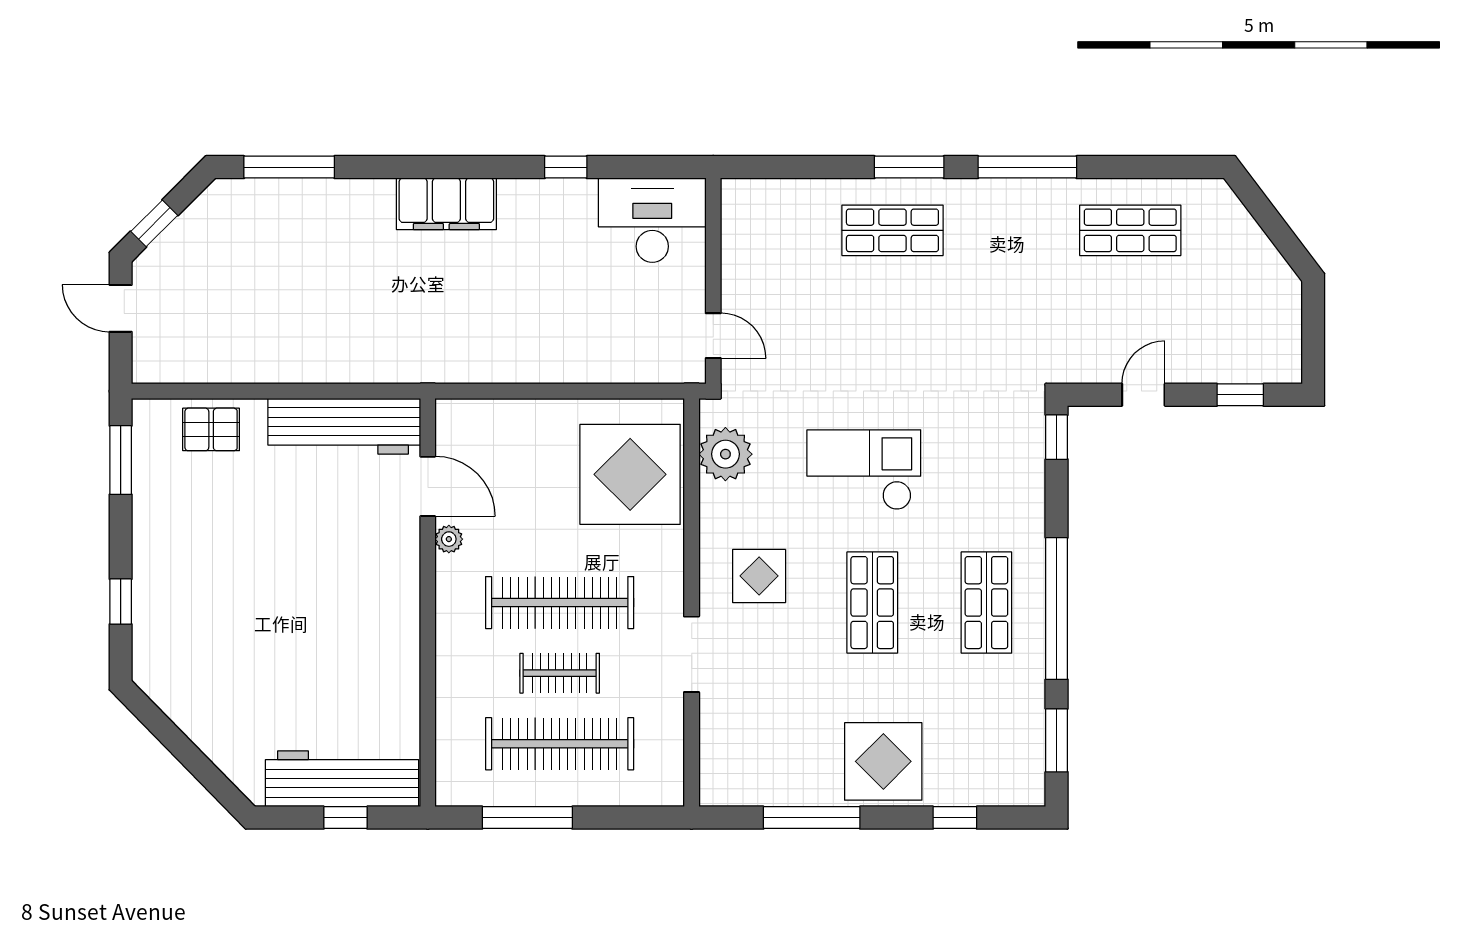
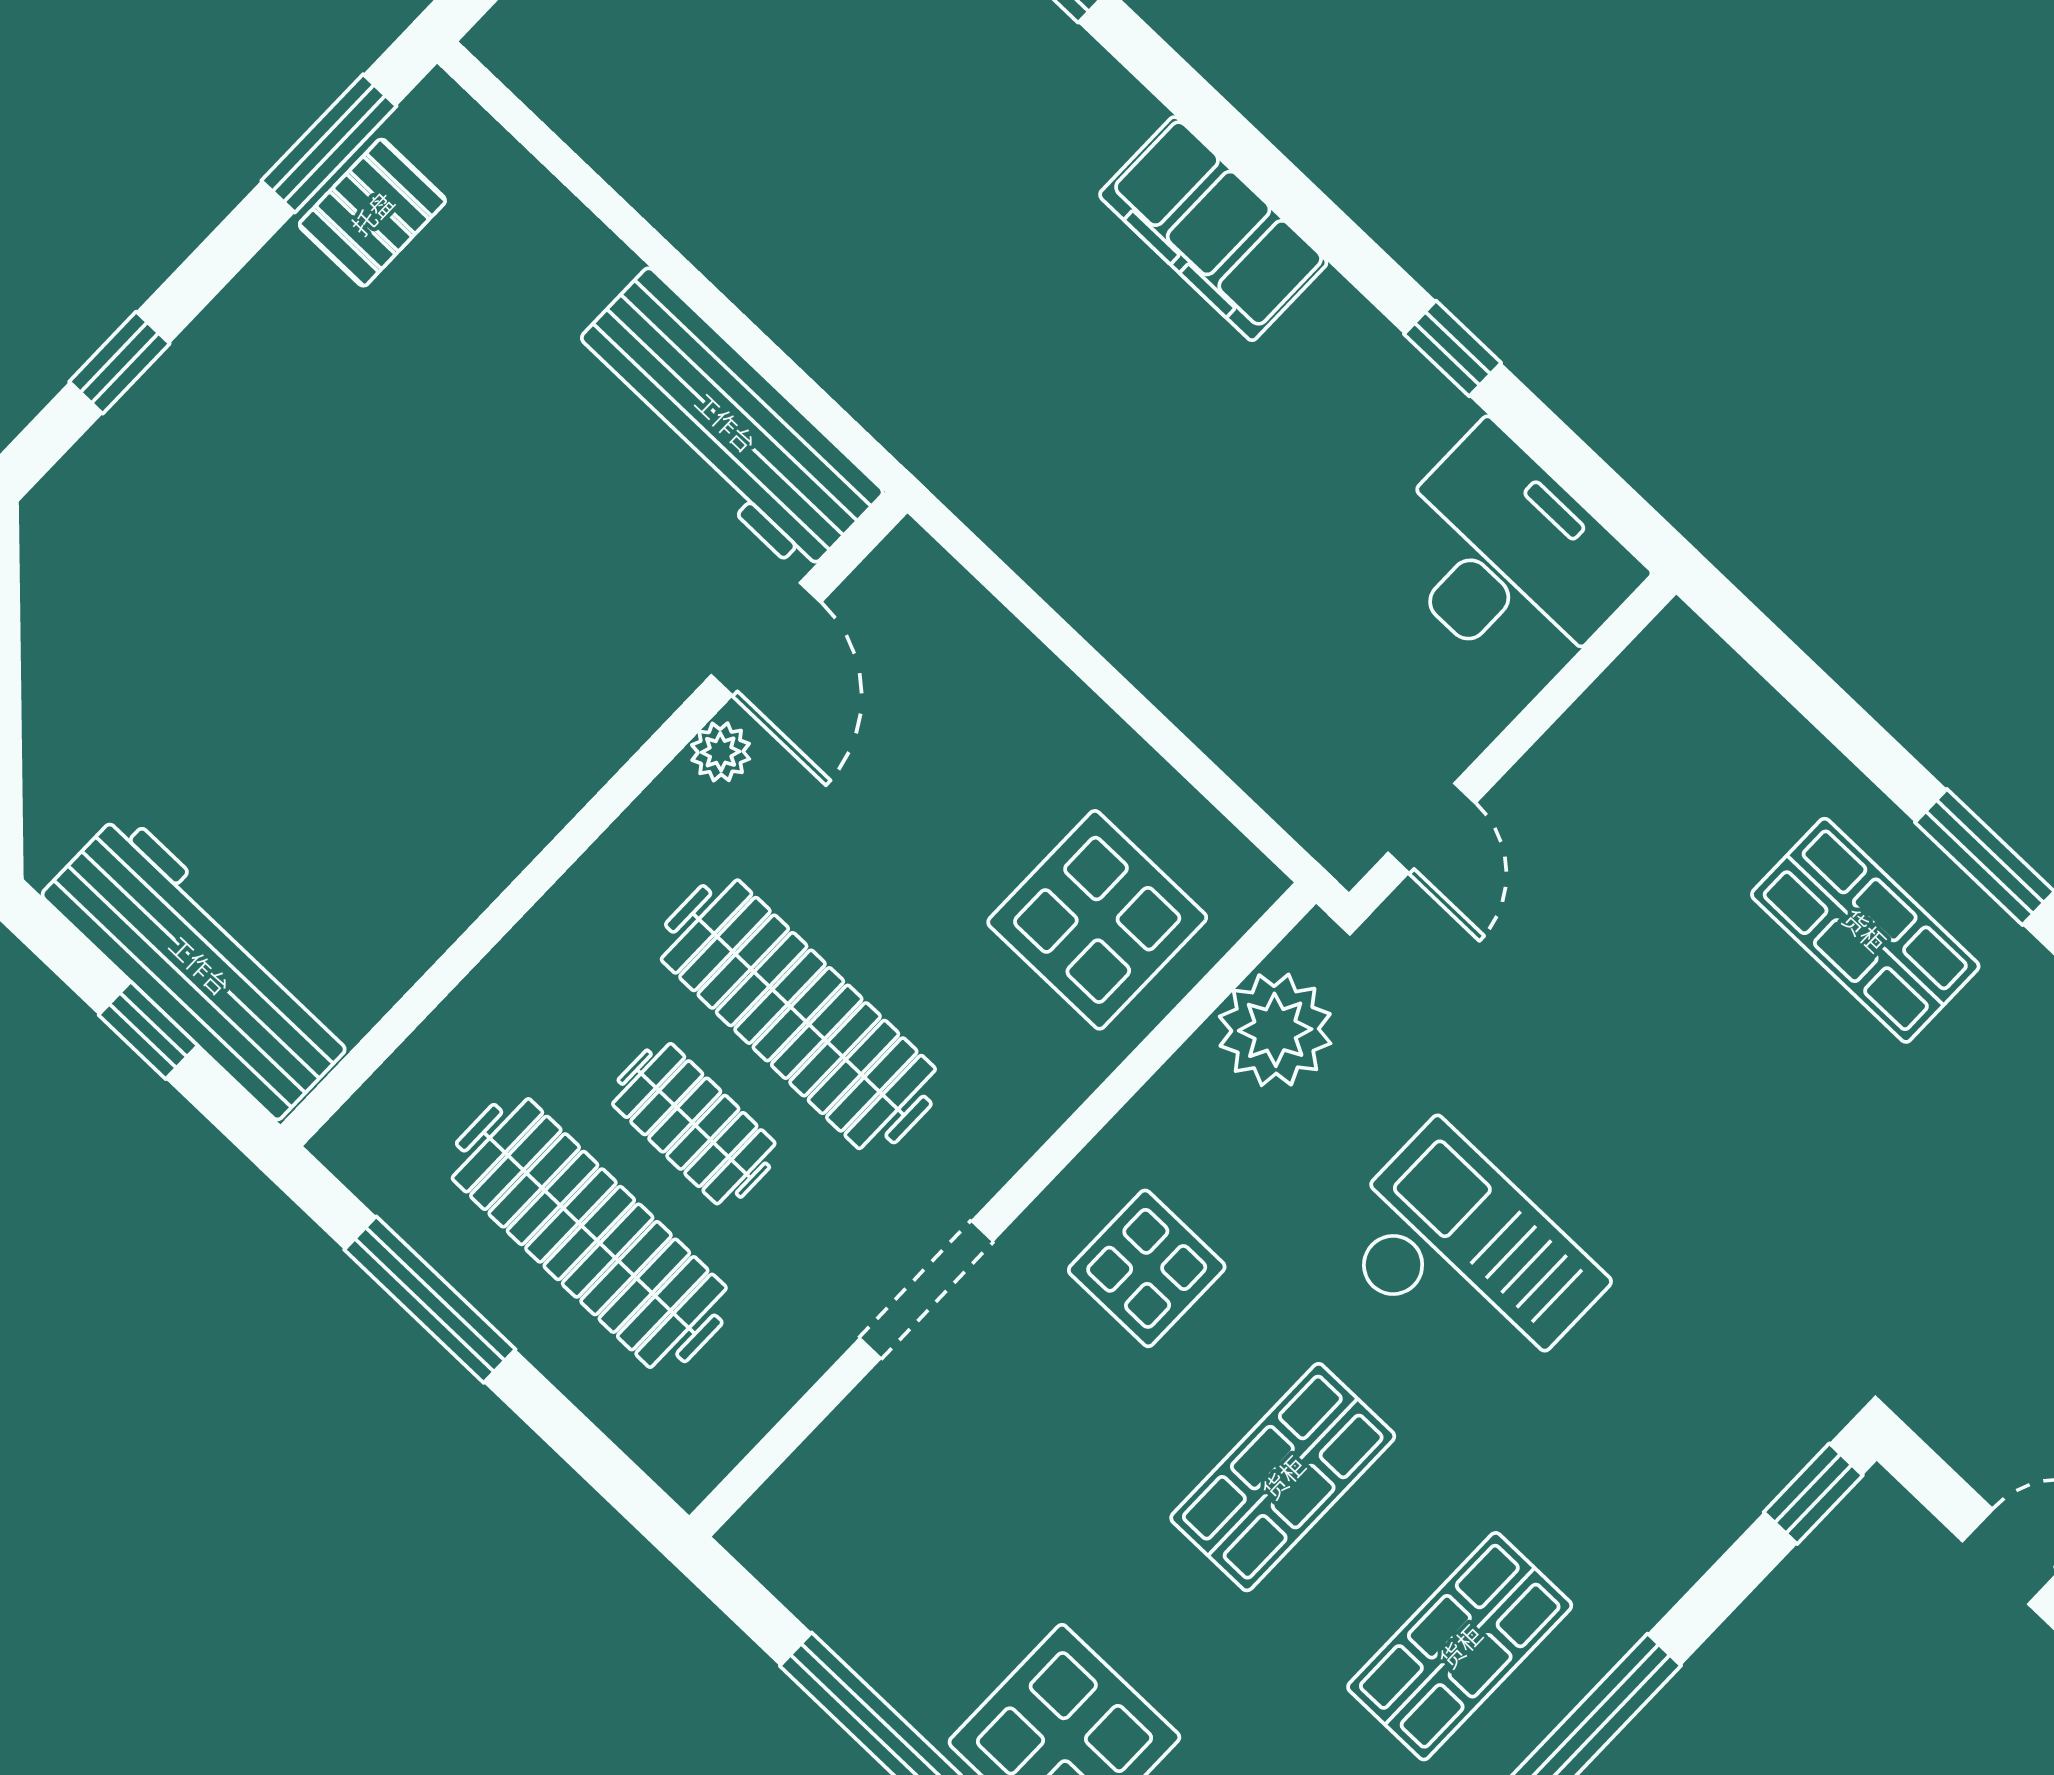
pallet: (211, 429) -> (372, 213), moved, turned 90
display table: (630, 474) -> (1097, 920), width x0.73, depth x0.73

